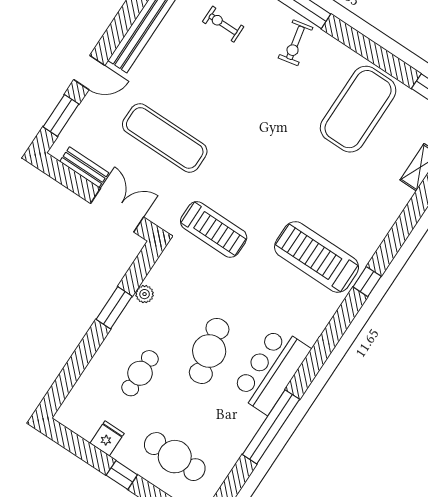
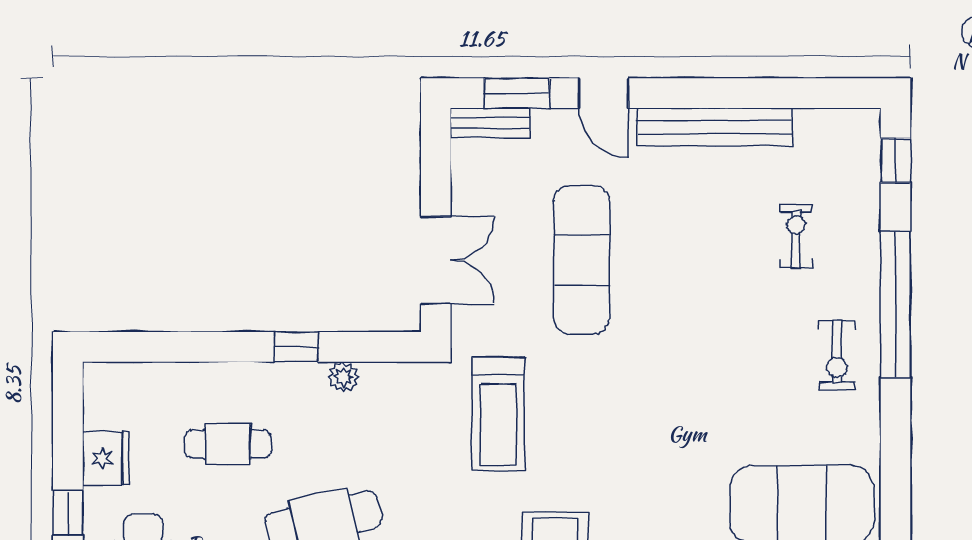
exercise bike: (295, 43) -> (837, 355), turned -78
bench: (84, 167) -> (490, 123), moved, turned 90
window: (114, 308) -> (296, 347), width x0.67
fridge: (107, 438) -> (106, 458), width x1.38

